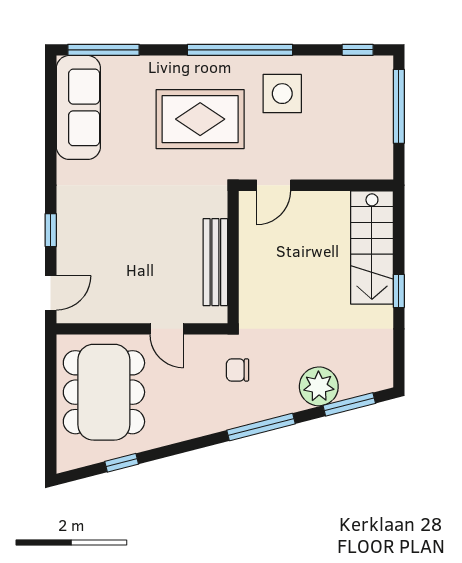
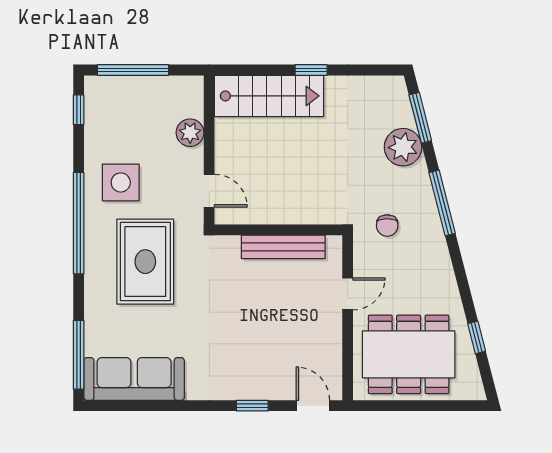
plant: (334, 165) -> (190, 133), added

